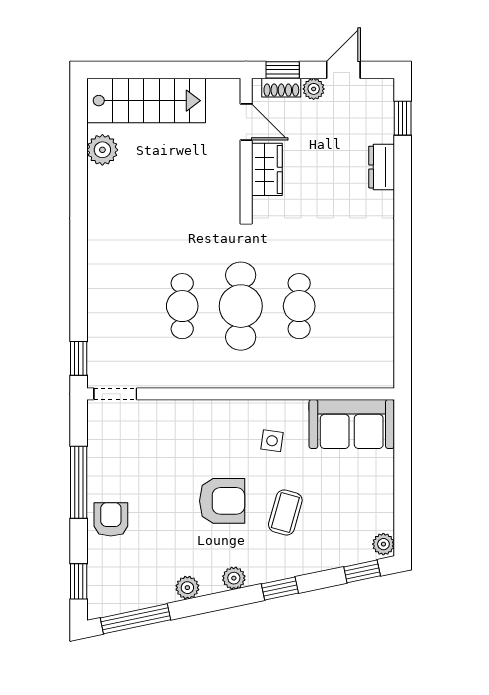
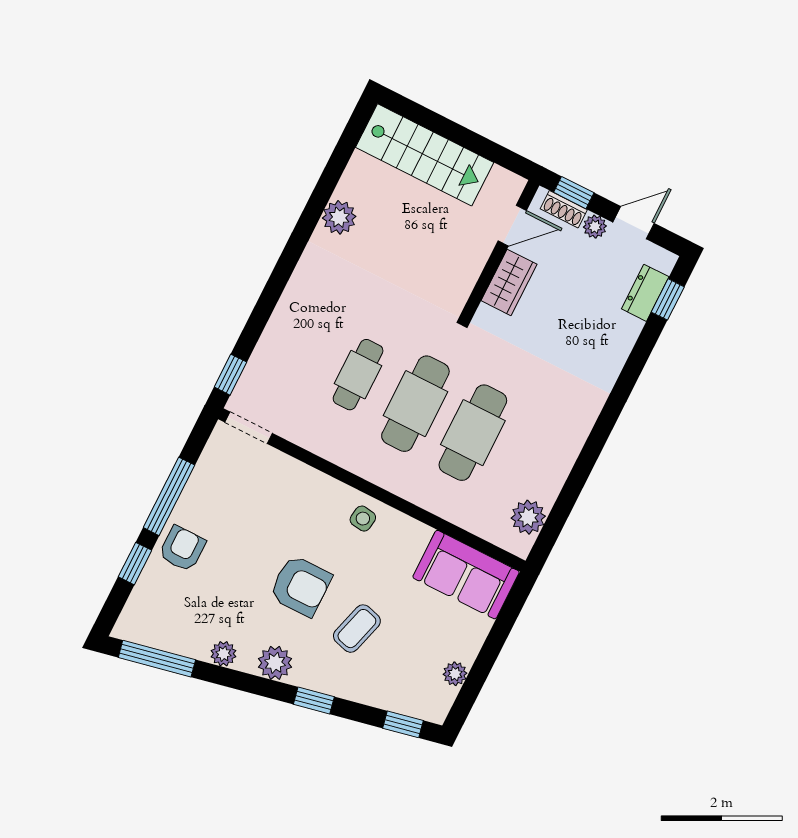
door: (246, 122) -> (512, 226), hinge flipped
plant: (102, 150) -> (339, 217), moved
dresser: (382, 167) -> (645, 293), moved
cafe table: (299, 306) -> (473, 433), width x1.37, depth x1.35
plant: (379, 352) -> (528, 517), added
side table: (272, 441) -> (363, 519), moved
plant: (383, 544) -> (455, 674), moved
plant: (234, 578) -> (275, 663), width x1.38, depth x1.38
window: (79, 581) -> (135, 564), moved

